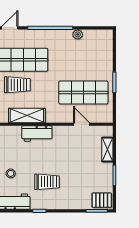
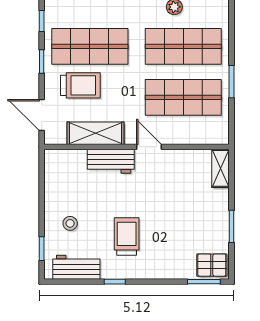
shop shelf: (83, 60) -> (183, 46), added
door: (82, 124) -> (149, 147), moved
shelving: (107, 150) -> (221, 168), moved
trolley: (47, 182) -> (127, 236), turned -90

